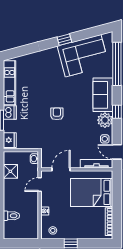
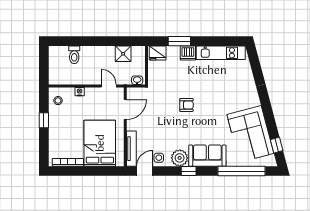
window: (64, 40) -> (277, 145), moved
door: (61, 169) -> (125, 110), hinge flipped

